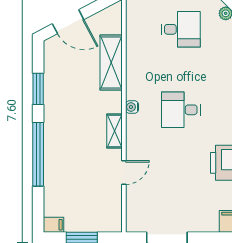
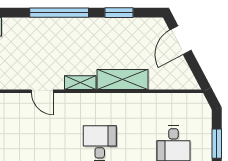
shelving: (111, 63) -> (123, 79), moved
water cooler: (132, 107) -> (102, 99), removed

